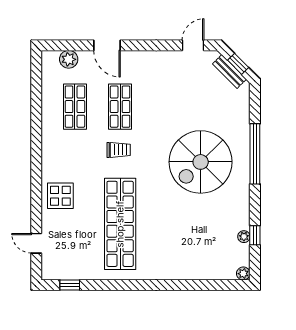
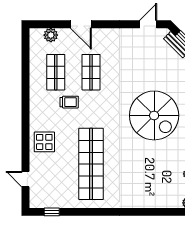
trolley: (119, 150) -> (69, 102), moved
spiral stairs: (201, 162) -> (154, 115), turned -90

